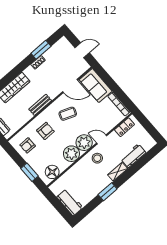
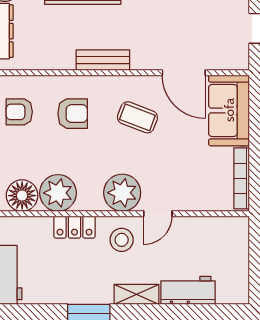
locker: (124, 127) -> (74, 227), moved
door: (102, 139) -> (158, 214), swing flipped
plant: (71, 154) -> (58, 193), moved

